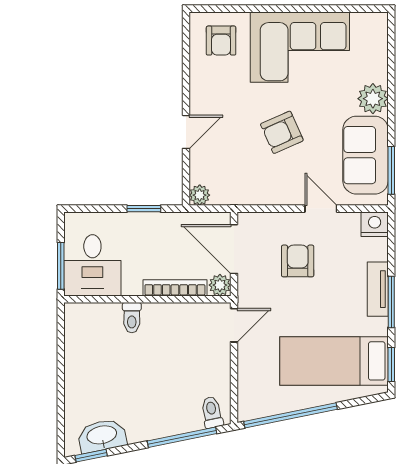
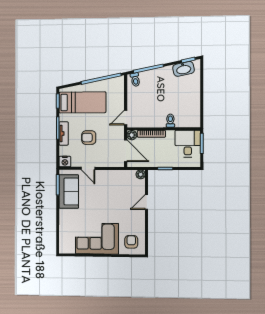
plant: (373, 99) -> (66, 216), removed
armchair: (282, 132) -> (105, 202), removed
armchair: (298, 261) -> (89, 138), moved, turned 90

